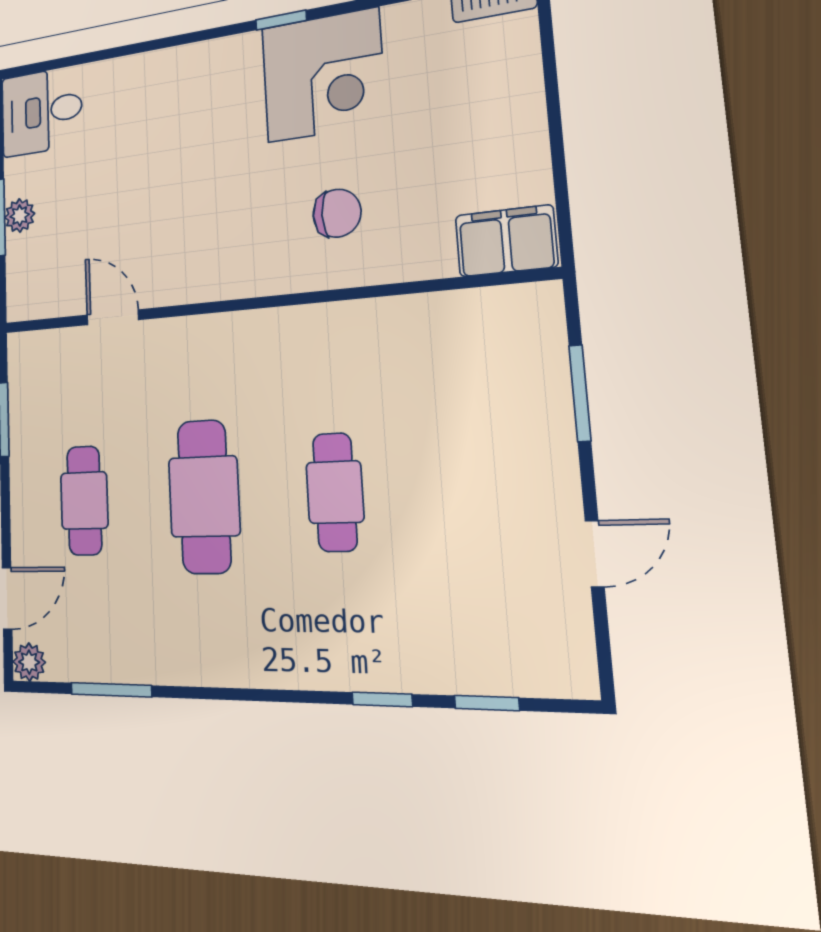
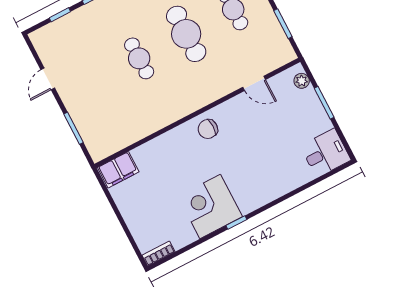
chair: (337, 213) -> (208, 129), moved
plant: (20, 216) -> (302, 81), moved

